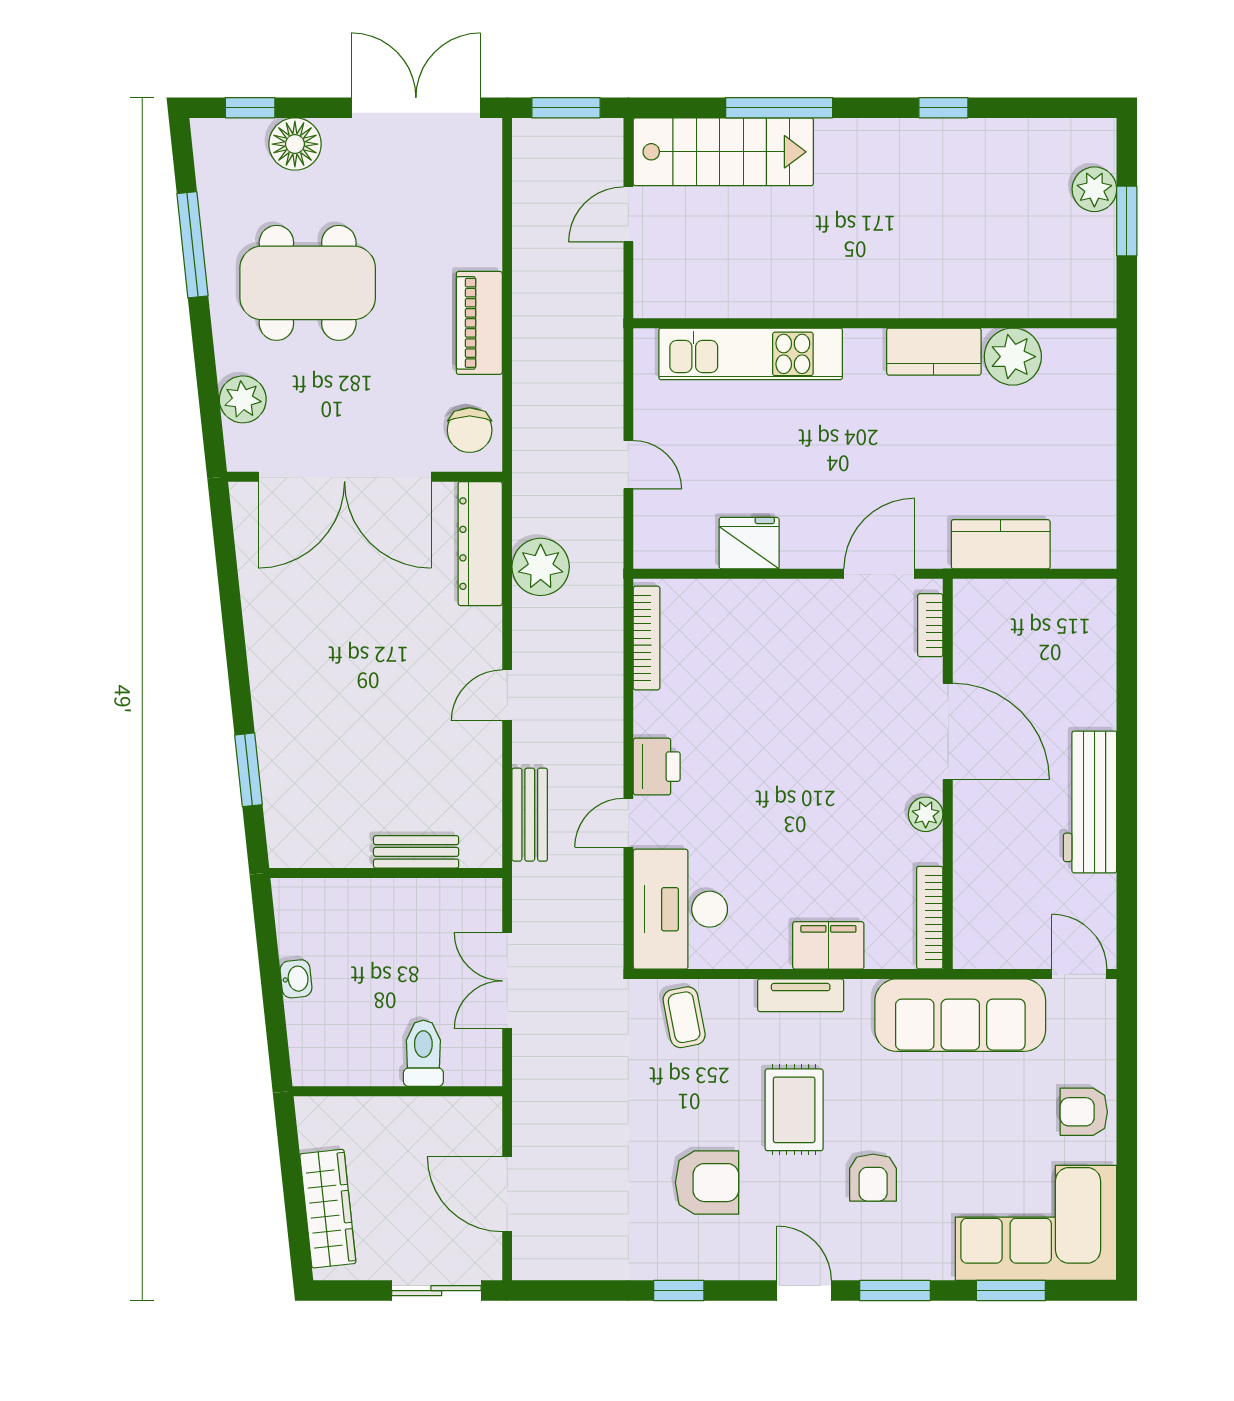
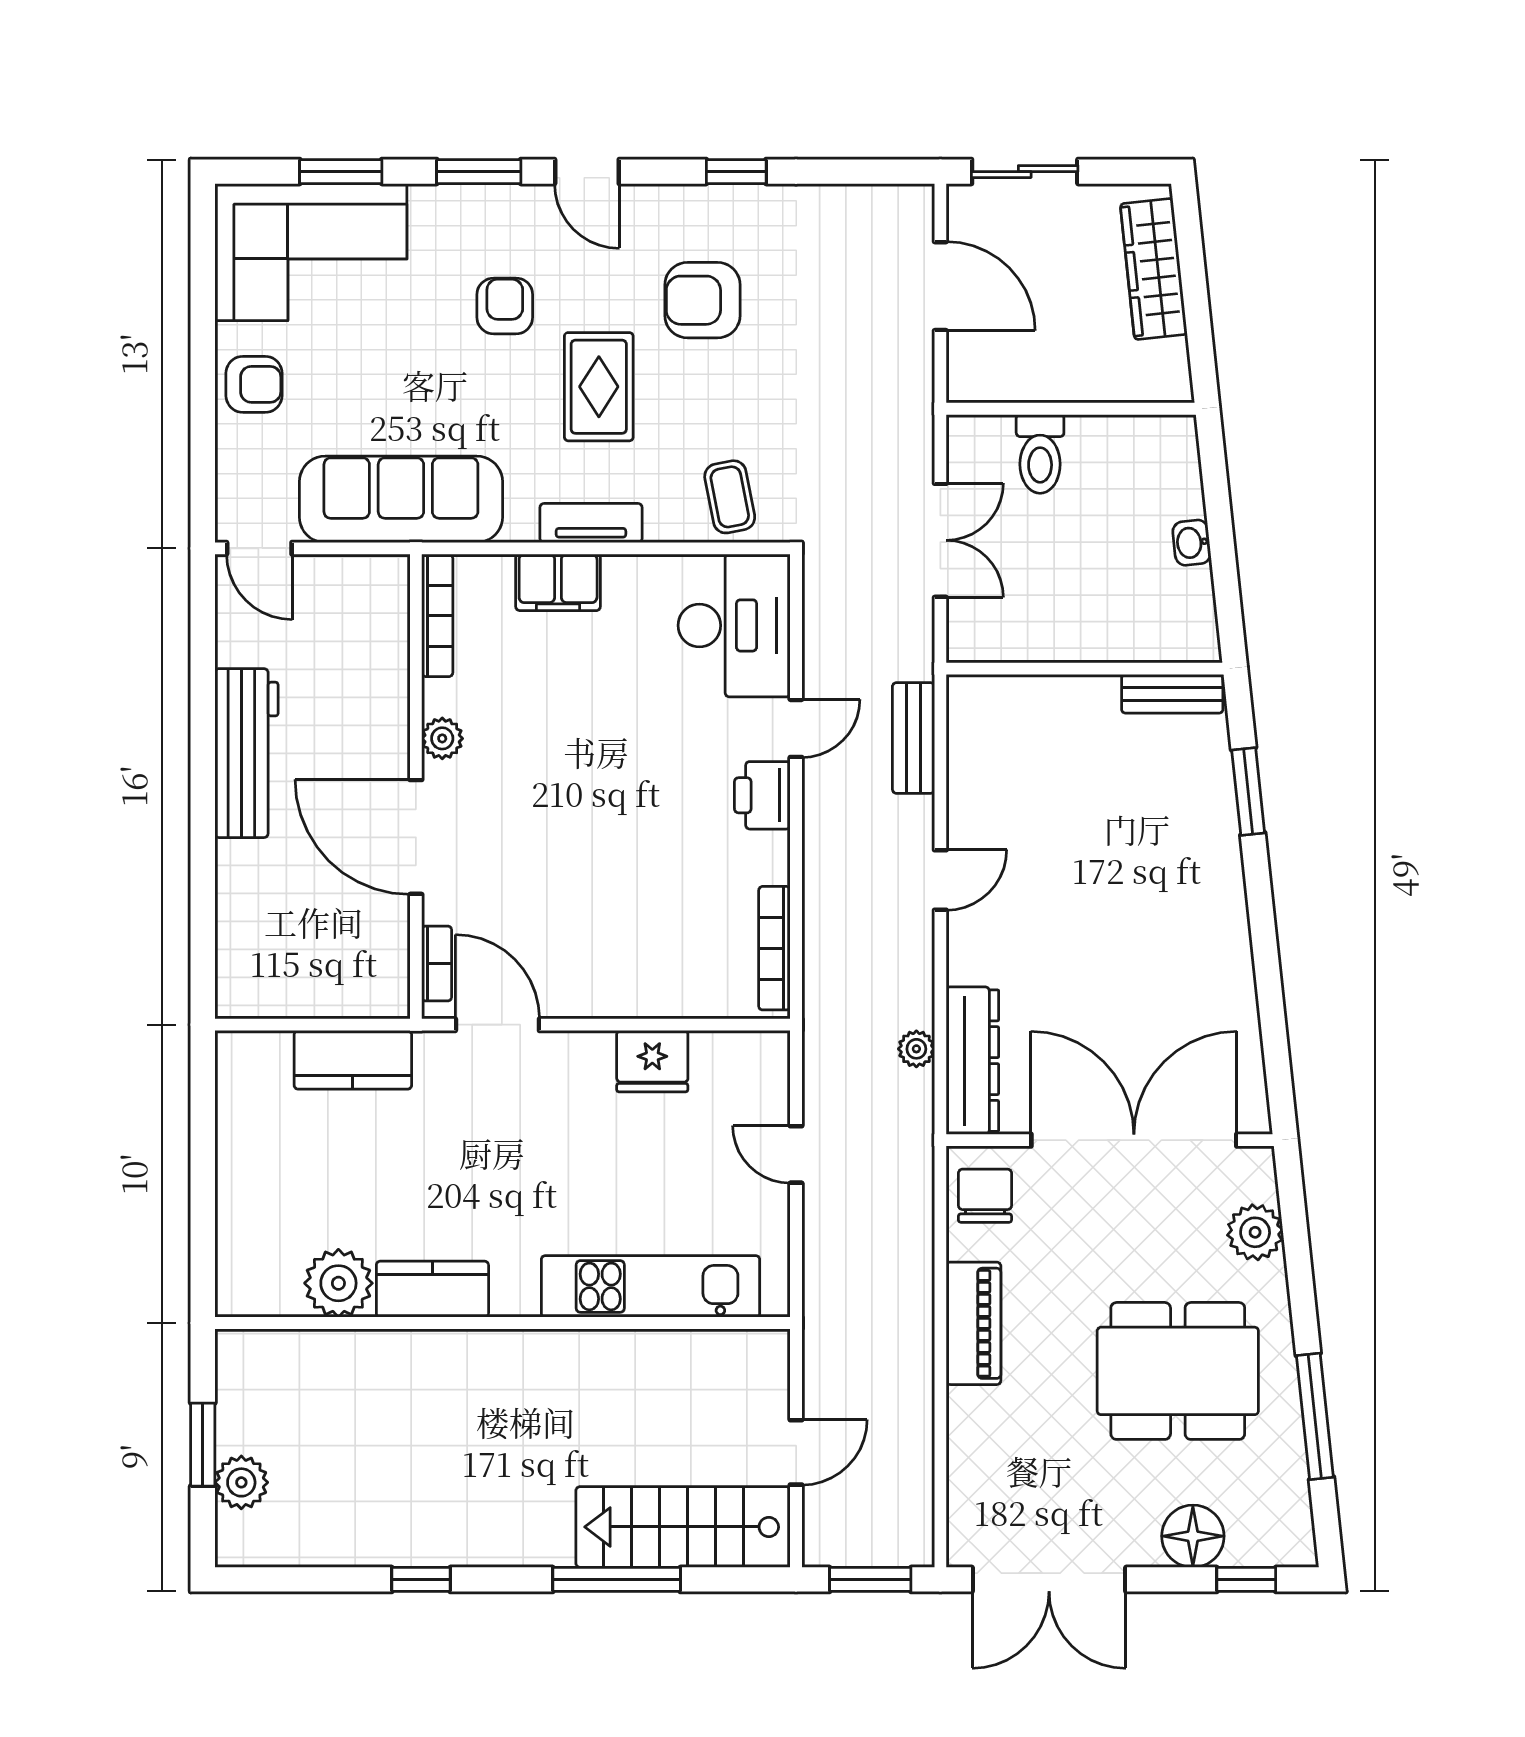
plant: (541, 567) -> (916, 1049), width x0.53, depth x0.53
door: (879, 574) -> (497, 1025), swing flipped
bench: (416, 852) -> (1172, 694), moved

